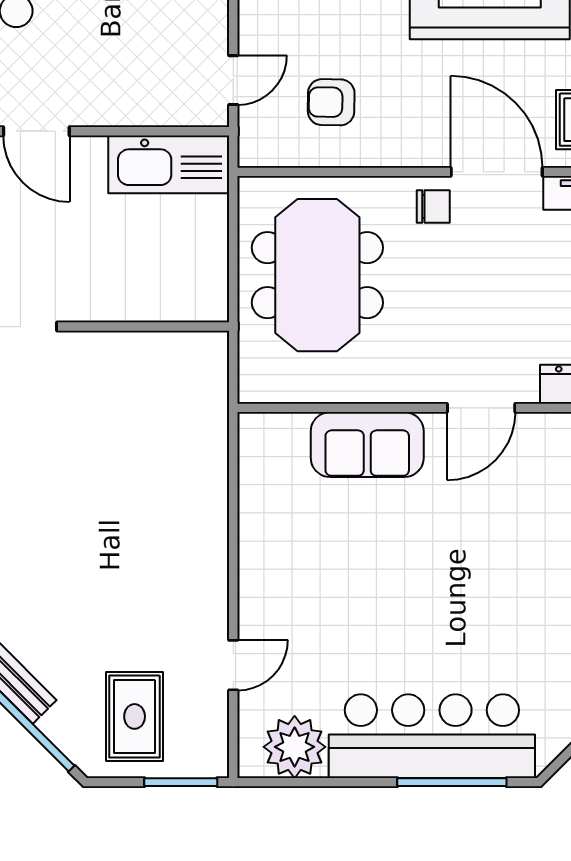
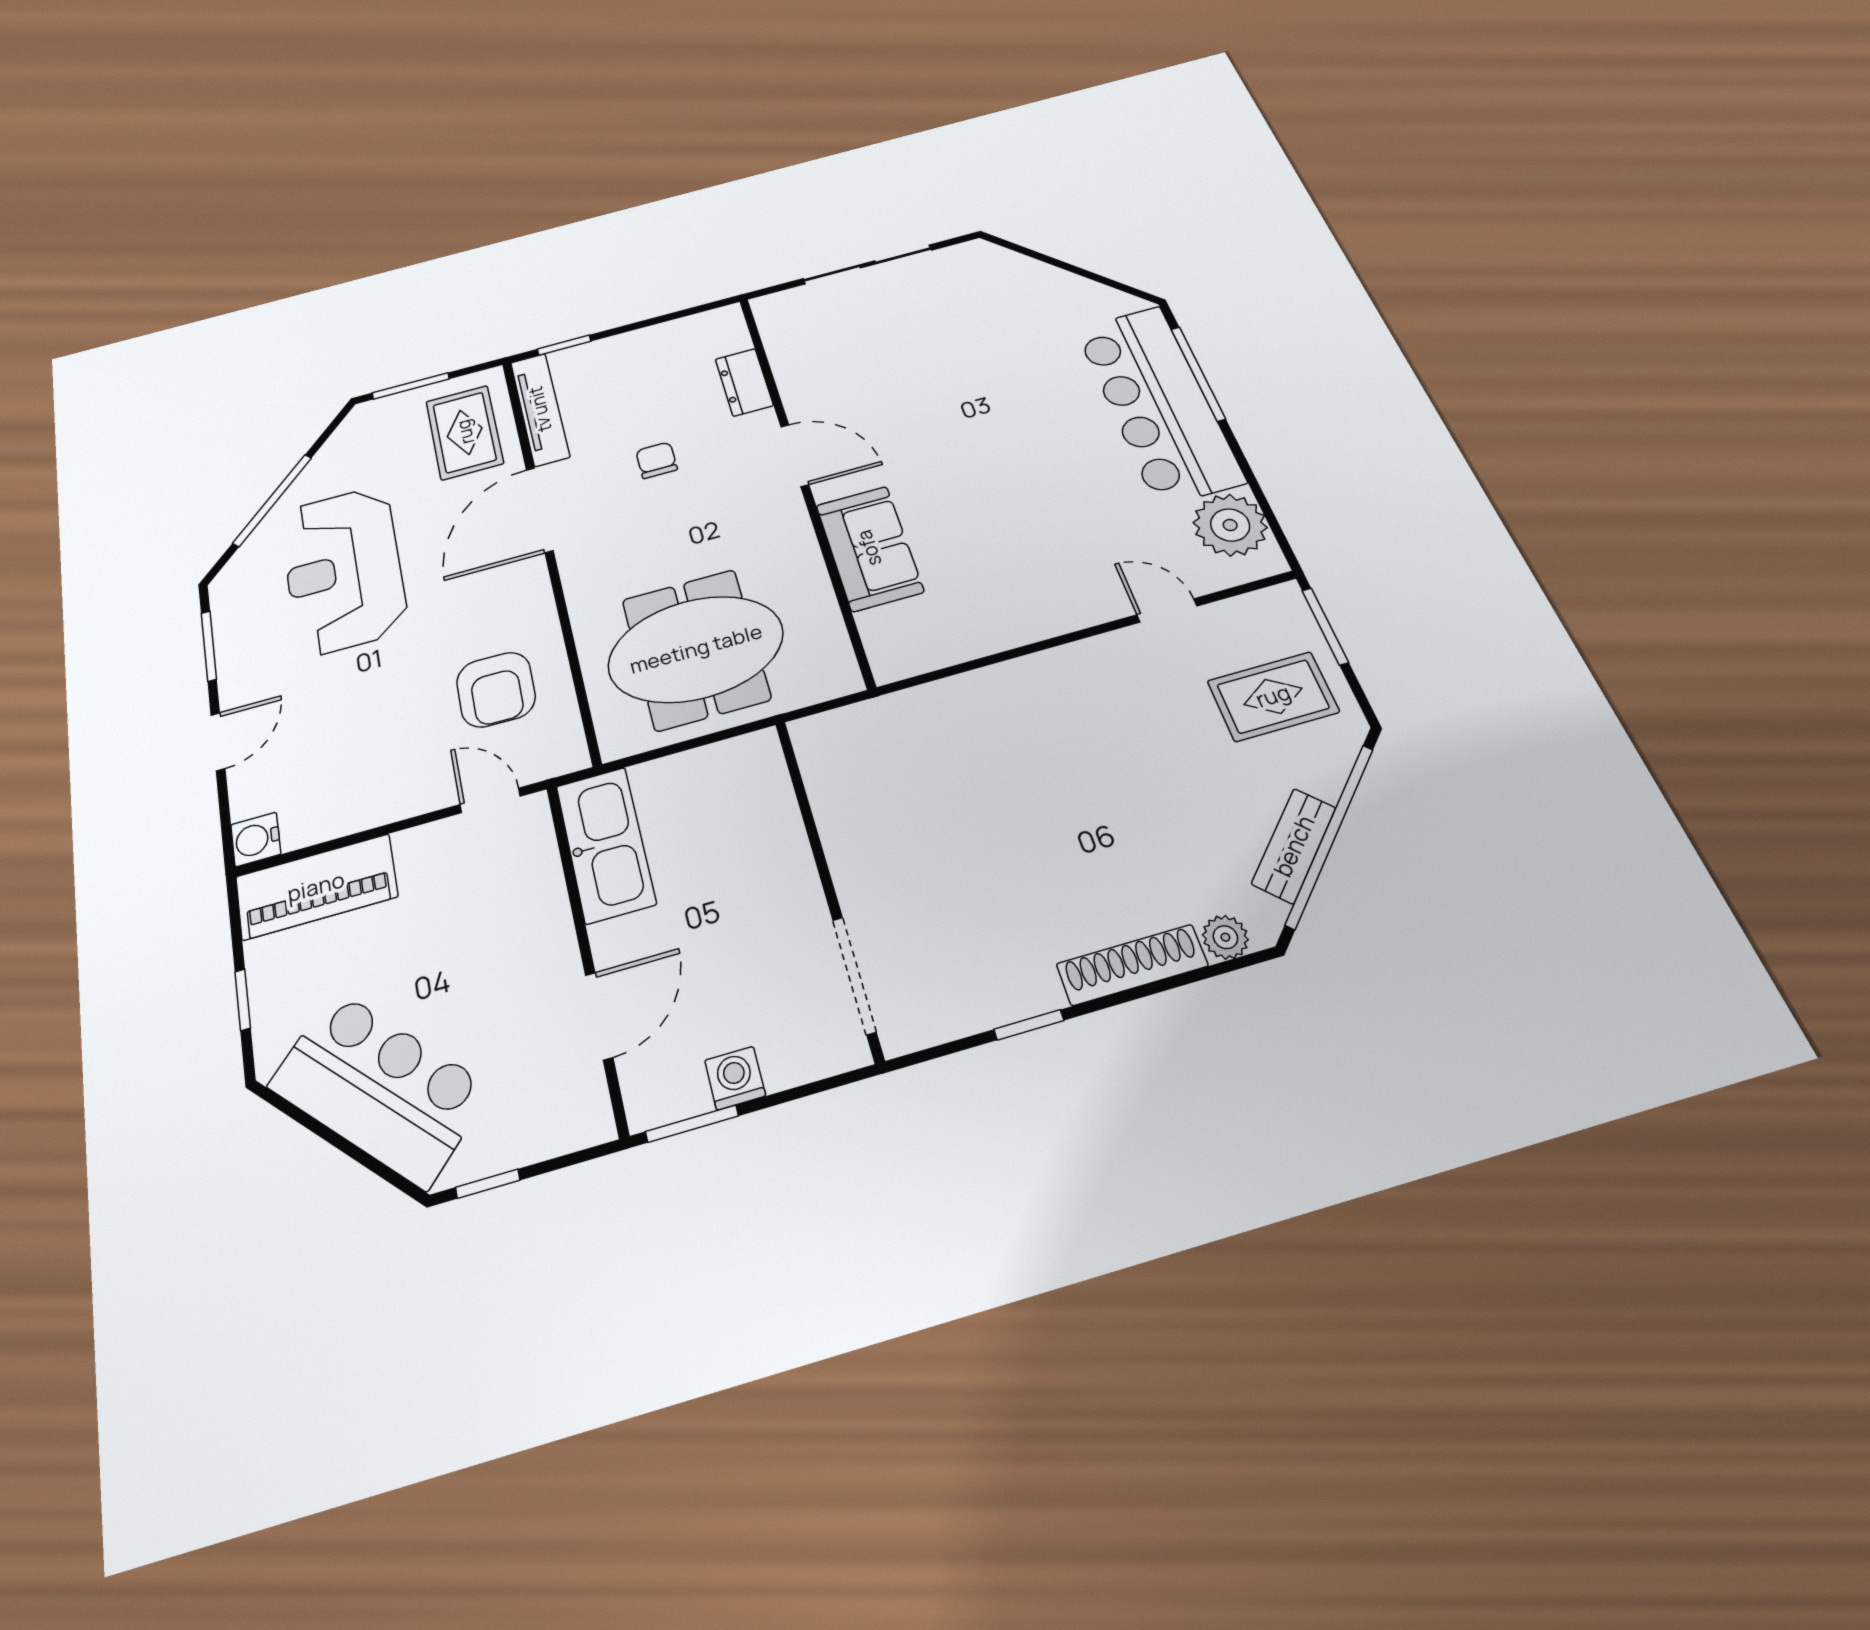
armchair: (331, 102) -> (496, 689), width x1.38, depth x1.38
chair: (433, 206) -> (657, 460), moved

